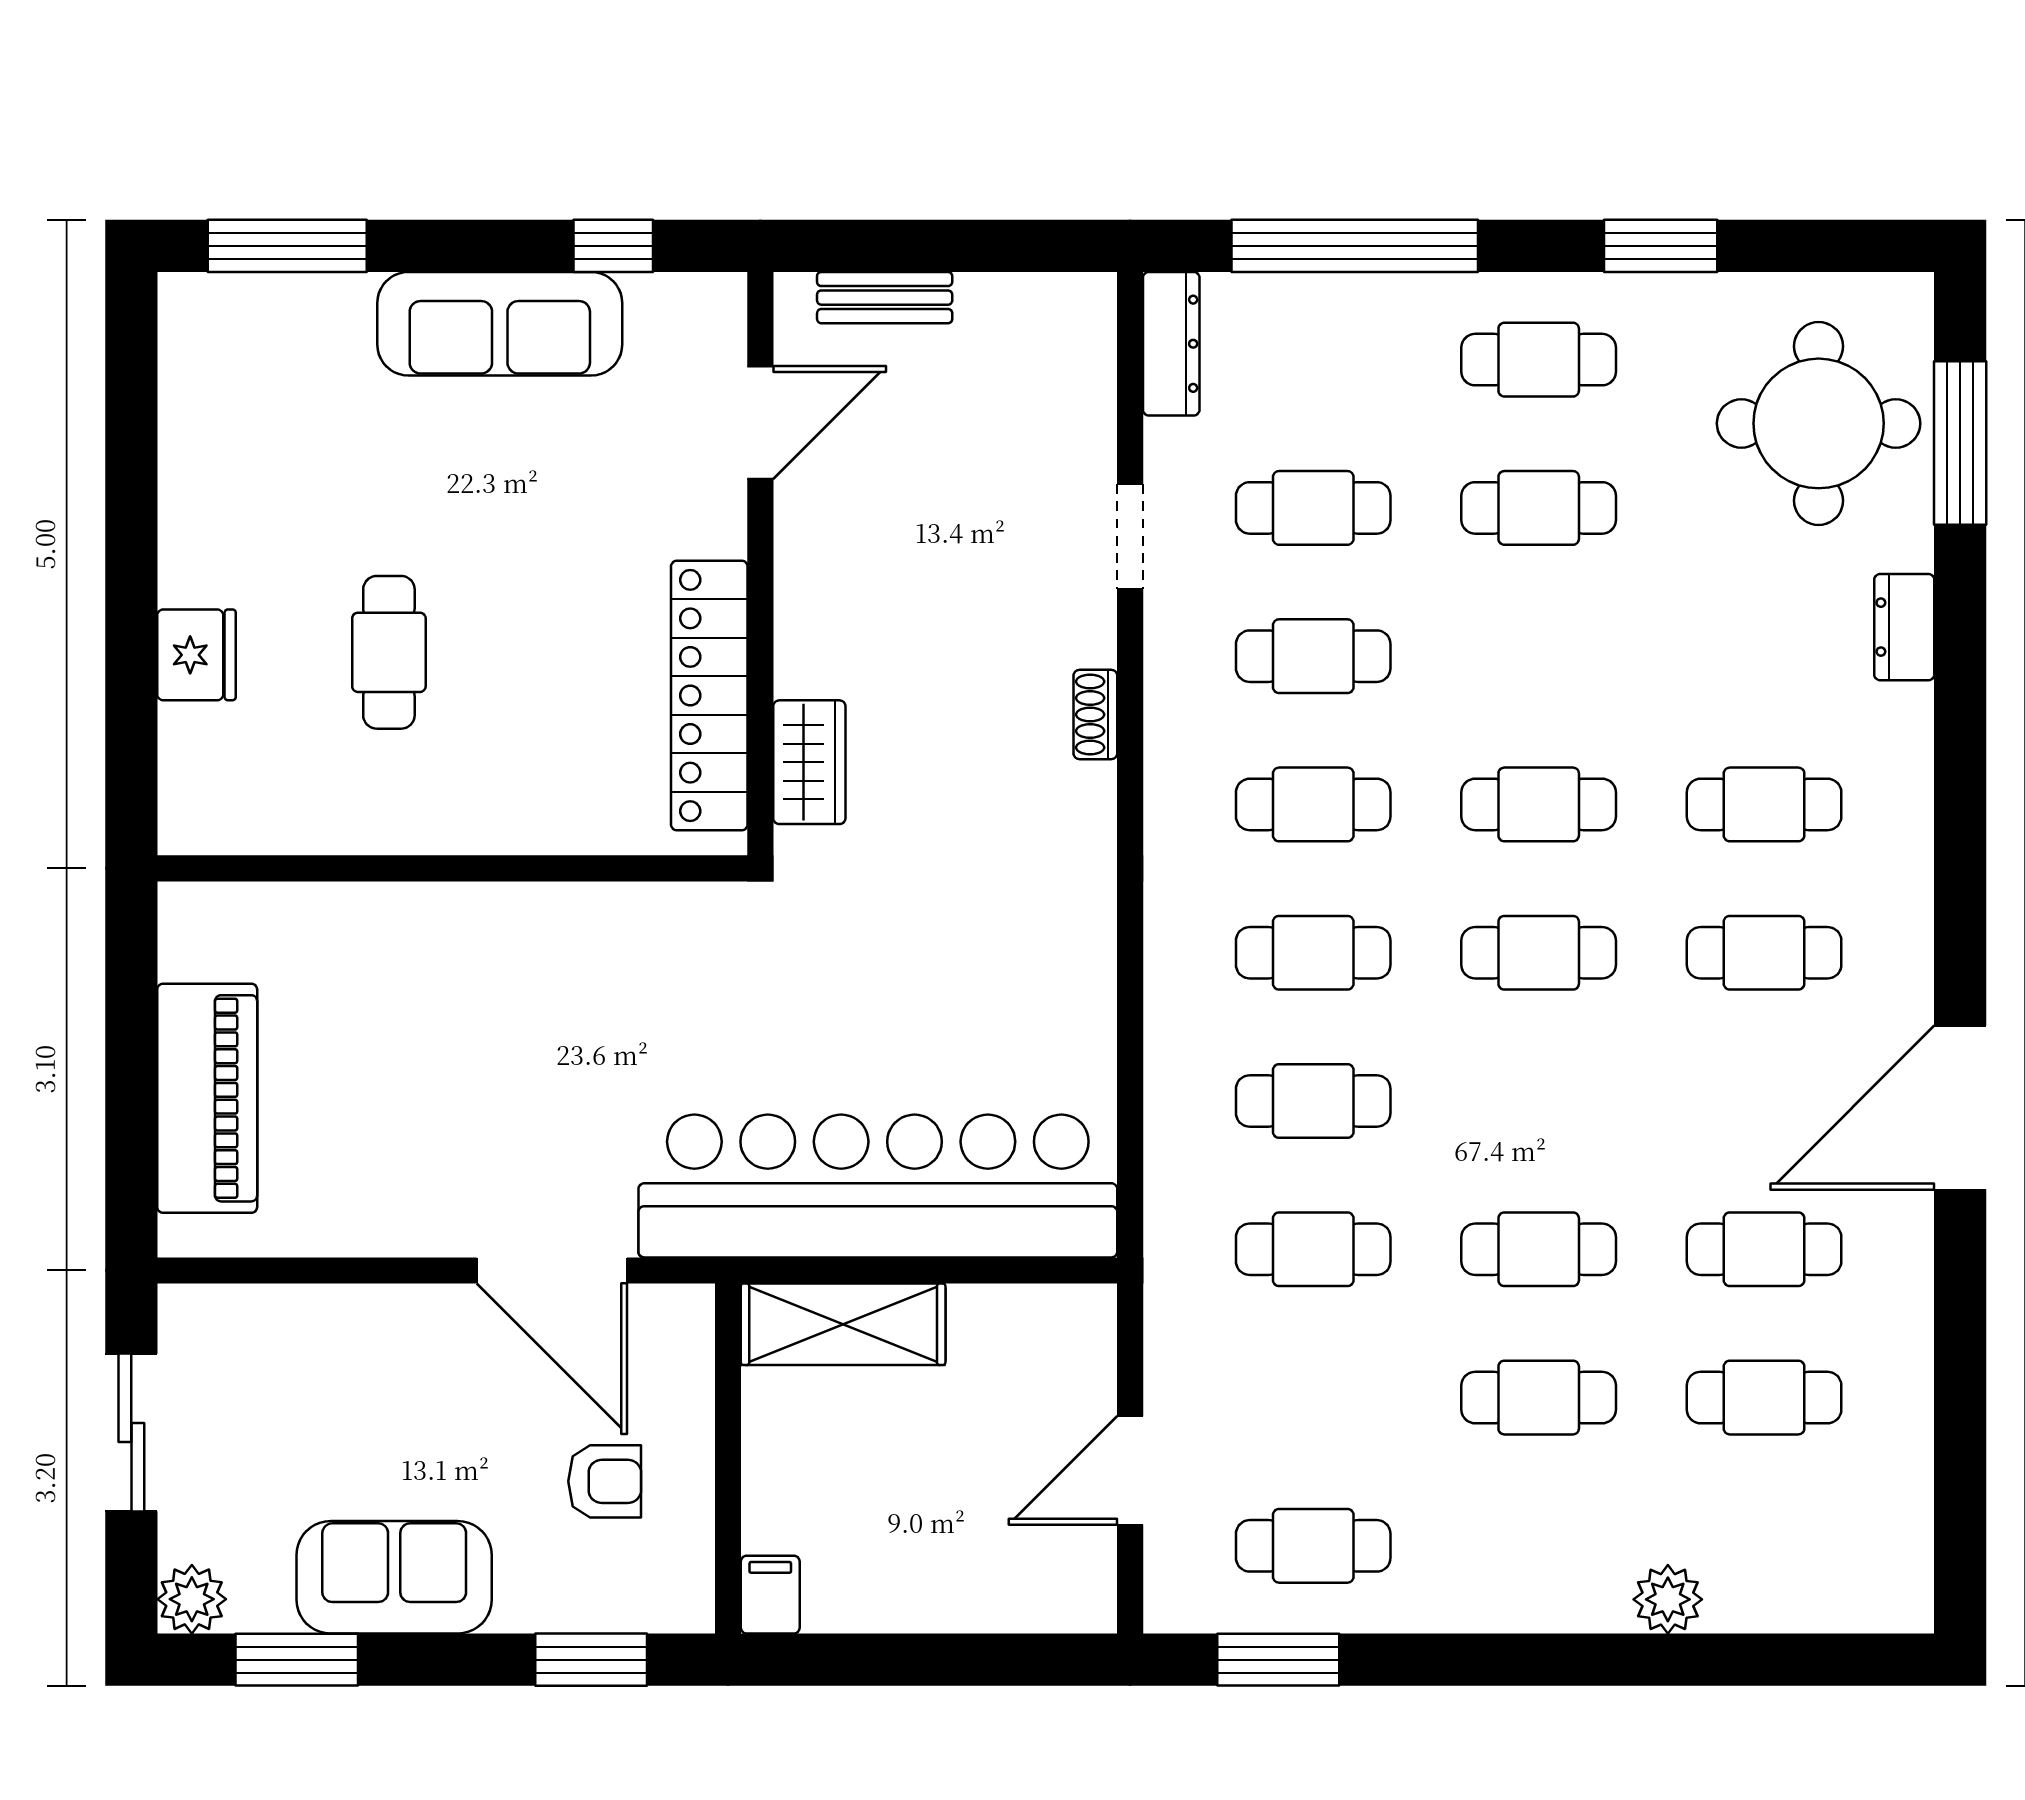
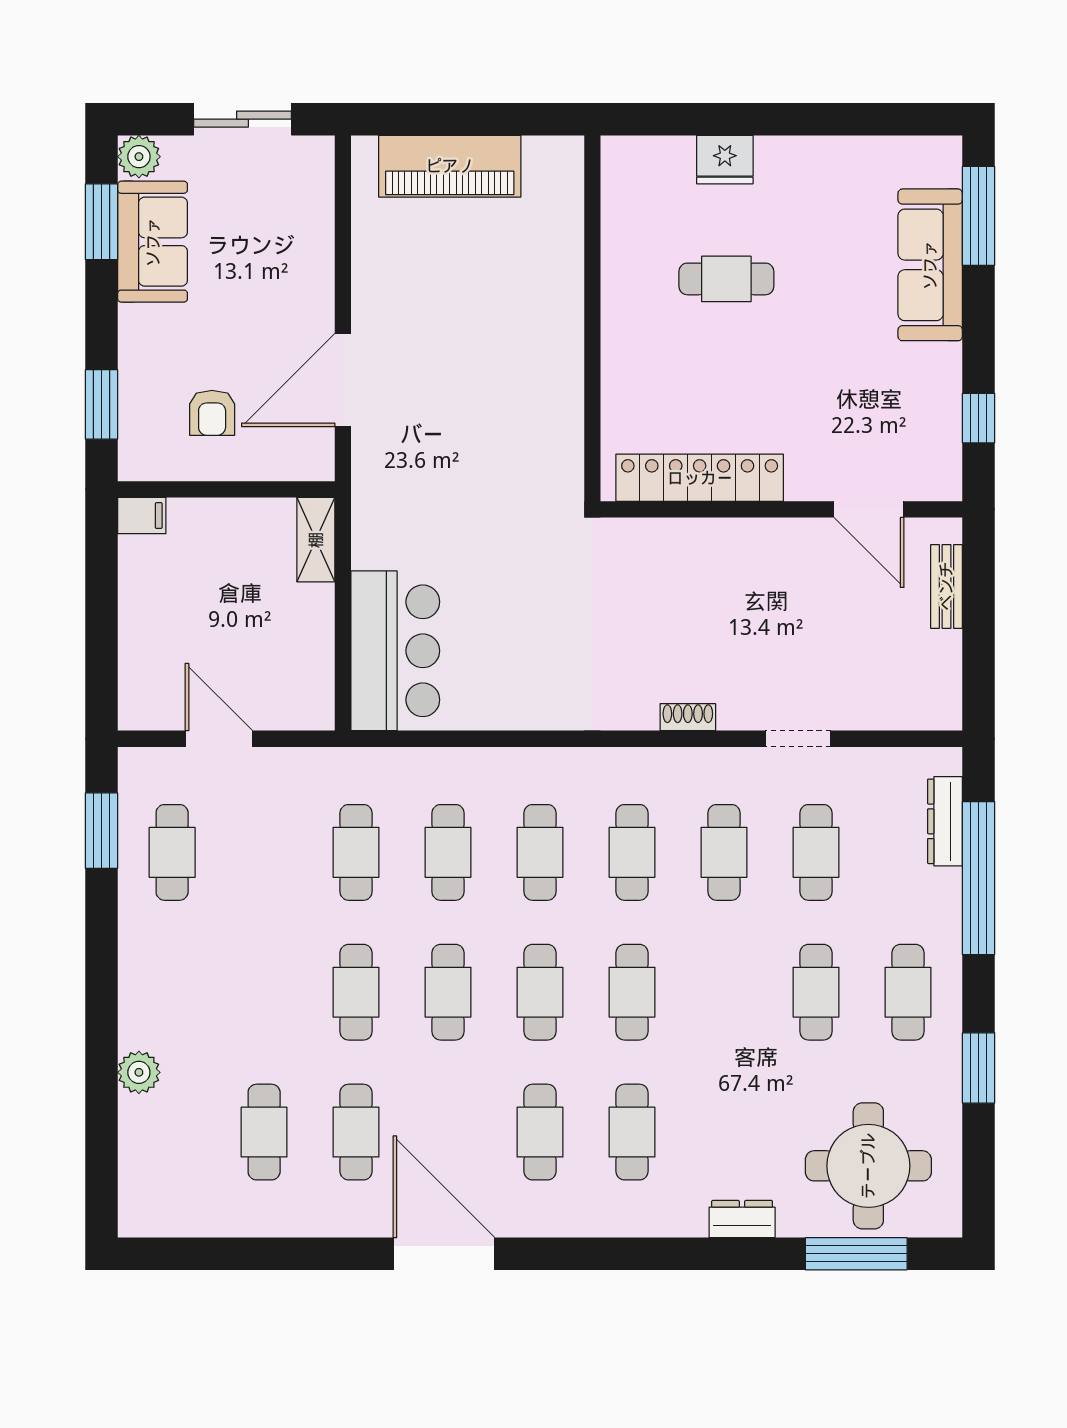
sofa: (500, 324) -> (930, 265), moved
dresser: (1171, 344) -> (945, 821), moved, turned 90
wardrobe: (809, 762) -> (658, 540), removed
bar counter: (878, 1186) -> (395, 651), width x0.54
shelving: (843, 1324) -> (316, 540), width x0.67, depth x0.75
cafe table: (1539, 1398) -> (448, 992), moved
sofa: (394, 1577) -> (153, 242), moved

